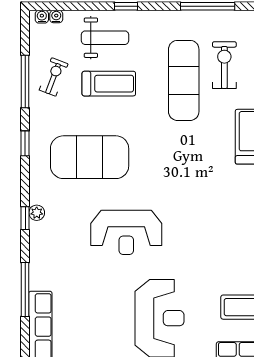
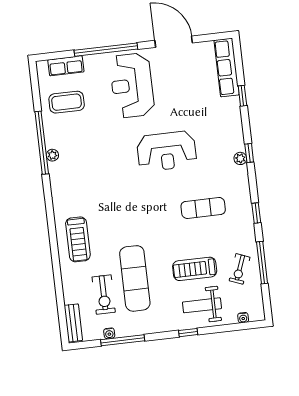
water cooler: (42, 17) -> (109, 333), moved
exercise mat: (90, 157) -> (203, 208), width x0.50, depth x0.69
reception desk: (126, 232) -> (167, 151), turned 180
window: (25, 289) -> (242, 96), width x0.46

